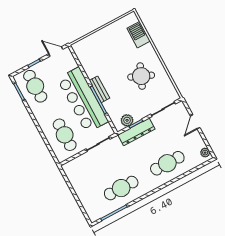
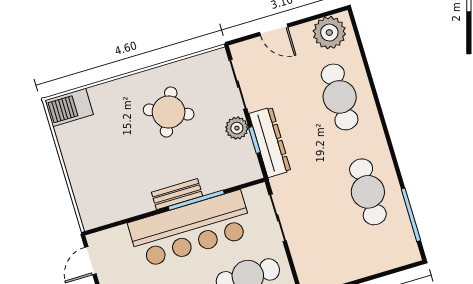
barbecue: (139, 35) -> (69, 107), moved
plant: (127, 120) -> (237, 128), moved
plant: (205, 153) -> (329, 33), width x1.87, depth x1.87

